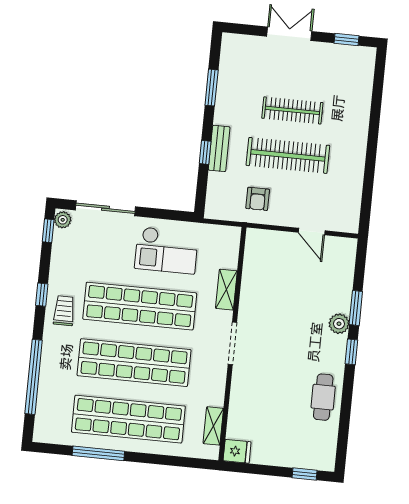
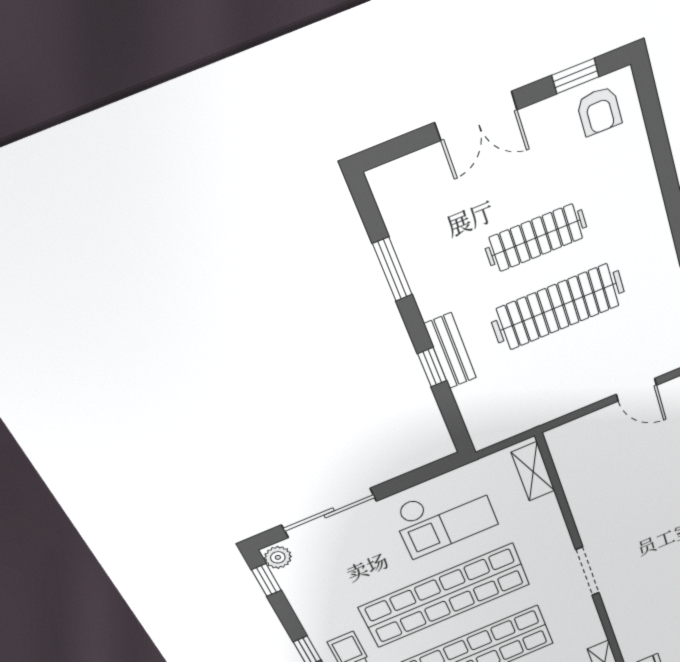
double door: (289, 34) -> (476, 116), swing flipped
armchair: (258, 199) -> (599, 111), moved
shelving: (226, 290) -> (533, 471), moved

